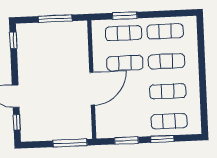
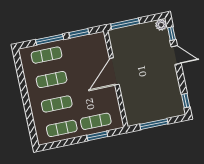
exercise mat: (125, 63) -> (91, 97), removed
plant: (27, 135) -> (161, 25), added
window: (162, 139) -> (50, 40), width x1.44

